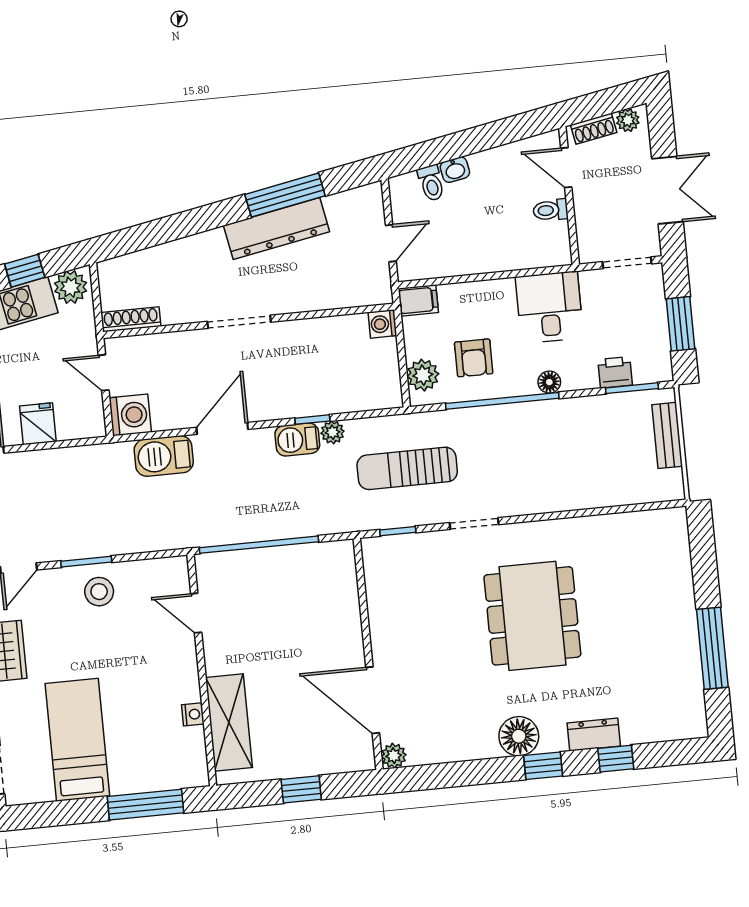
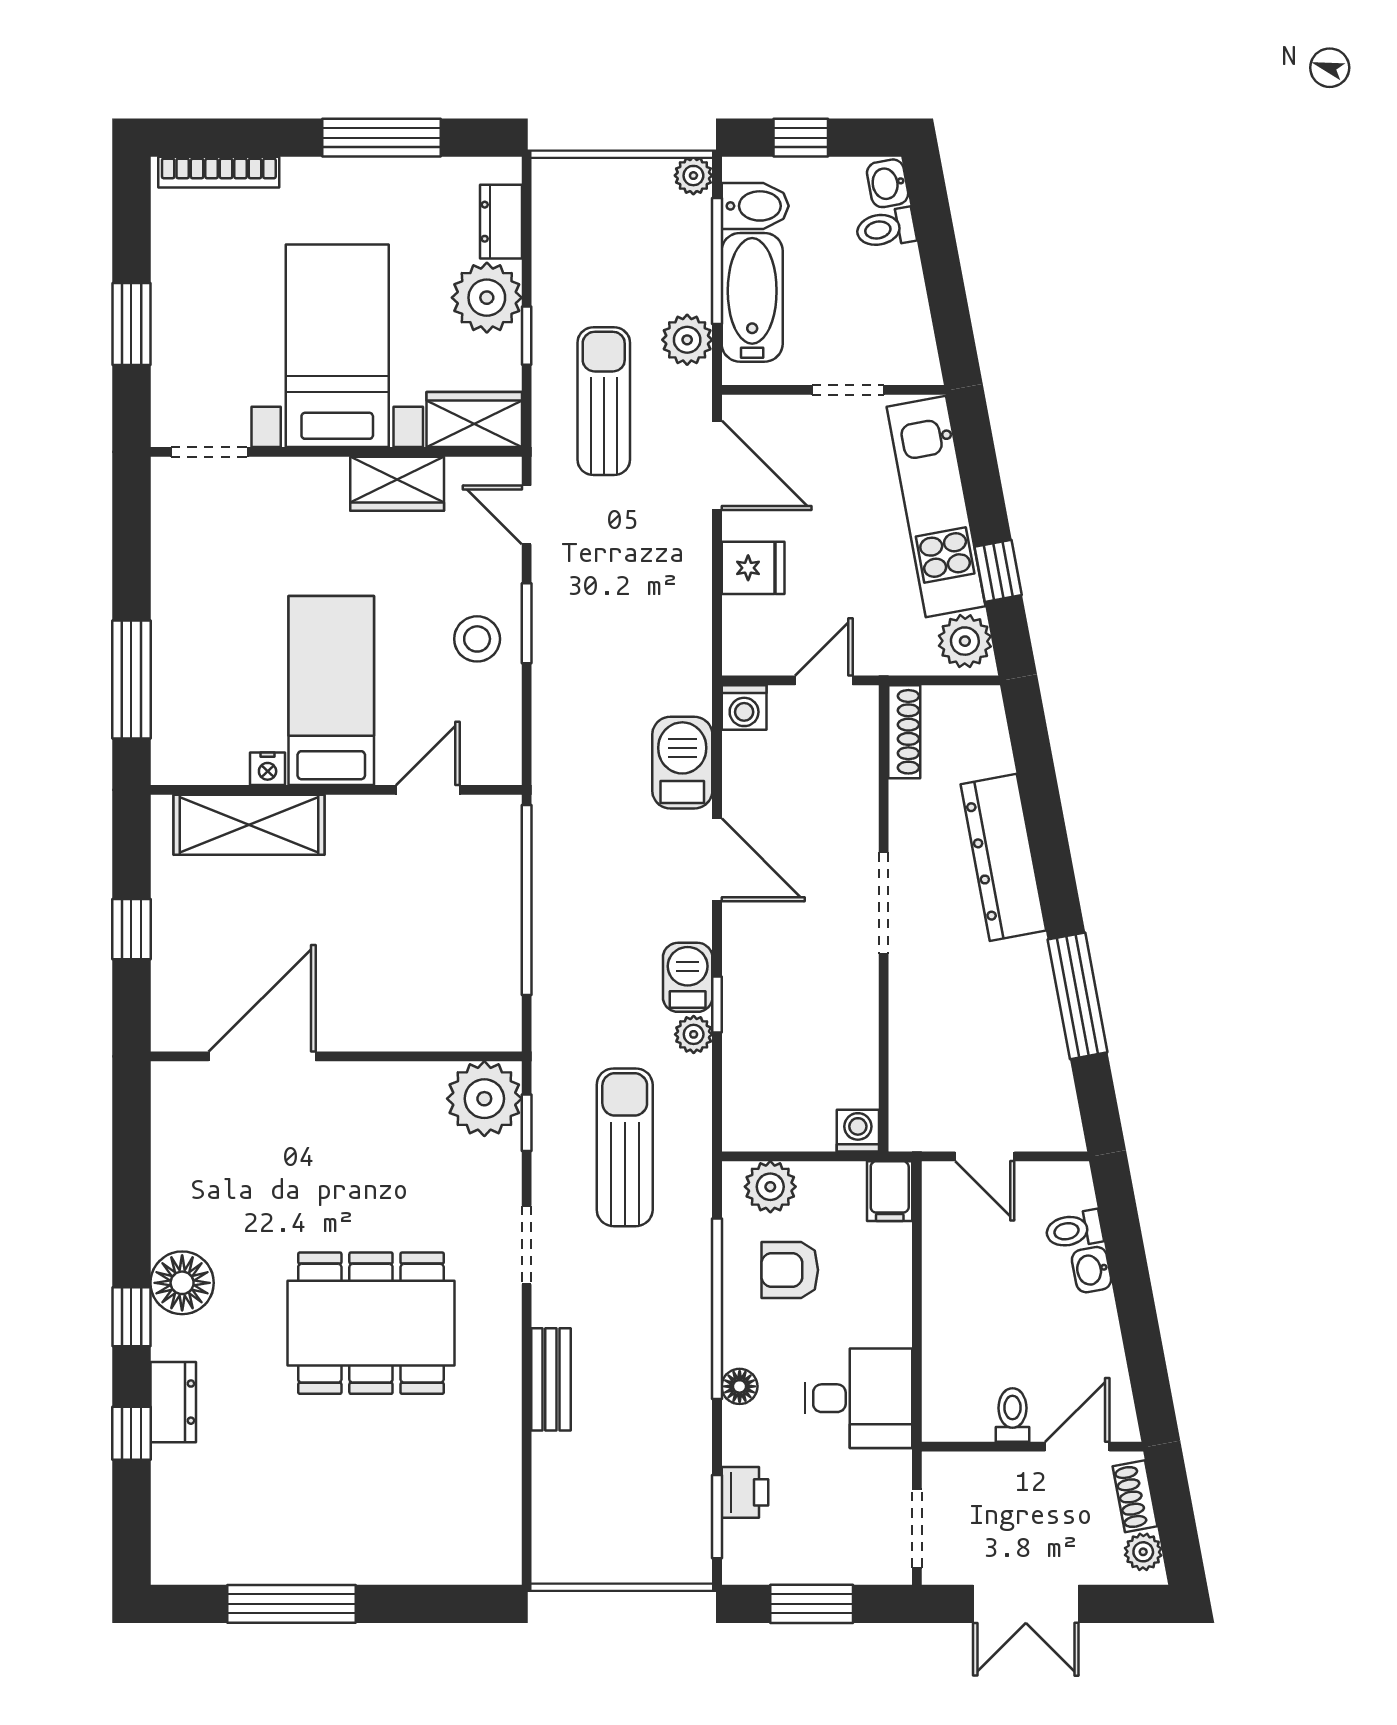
dresser: (277, 229) -> (1003, 857), moved
washing machine: (130, 415) -> (744, 707), width x0.73, depth x0.73
bench: (667, 435) -> (551, 1379), moved, turned 90
bed: (77, 740) -> (331, 691), moved, turned -90
plant: (394, 756) -> (484, 1099), moved, width x1.87, depth x1.87

